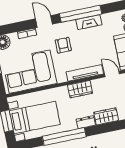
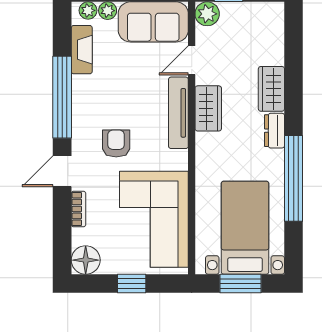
fireplace: (89, 22) -> (82, 50), moved
armchair: (63, 45) -> (116, 144), turned 90
wardrobe: (80, 89) -> (208, 108), moved

